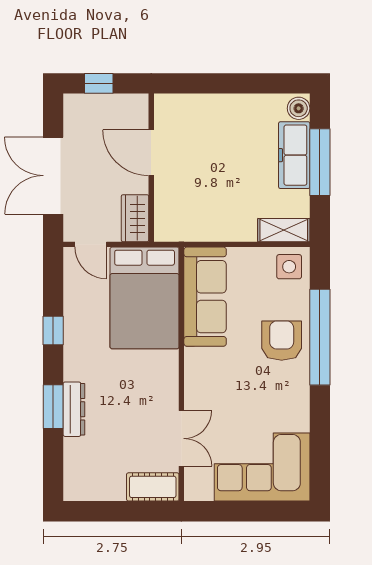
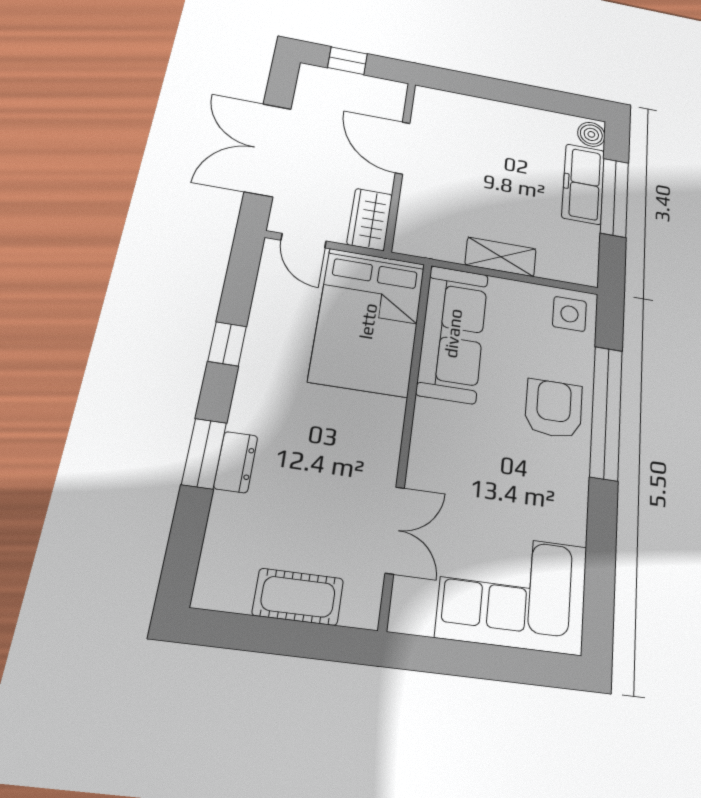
shelving: (284, 230) -> (501, 257), moved
dresser: (74, 409) -> (236, 462), width x0.70
cot: (153, 487) -> (298, 597), moved

